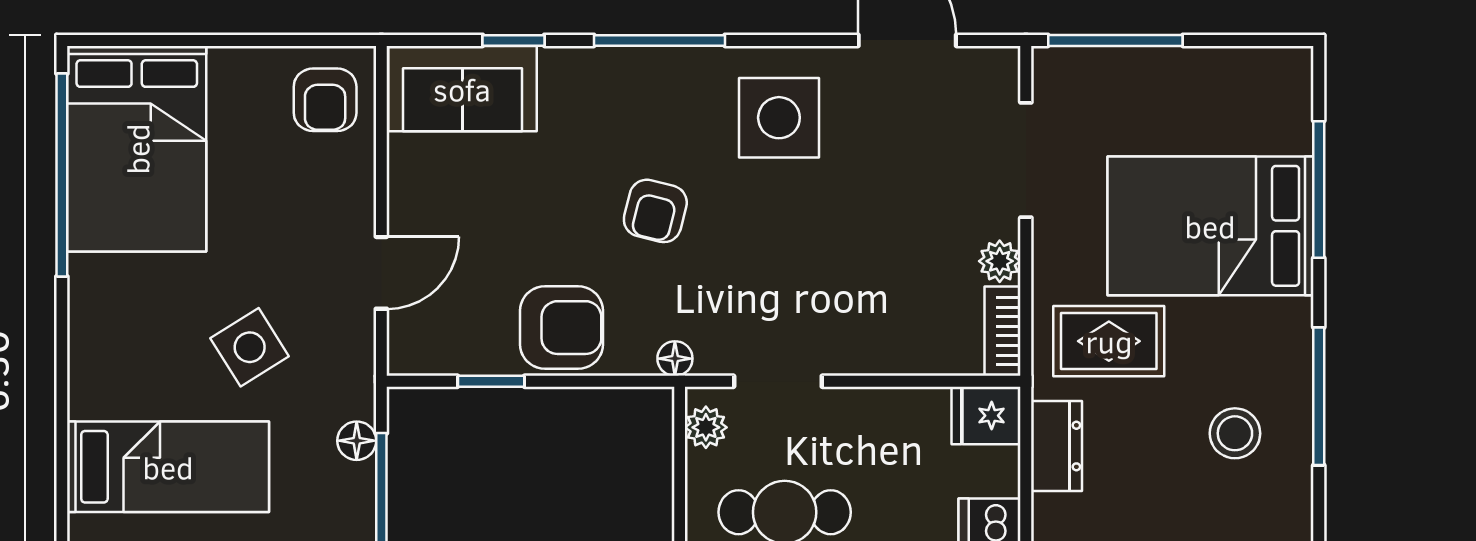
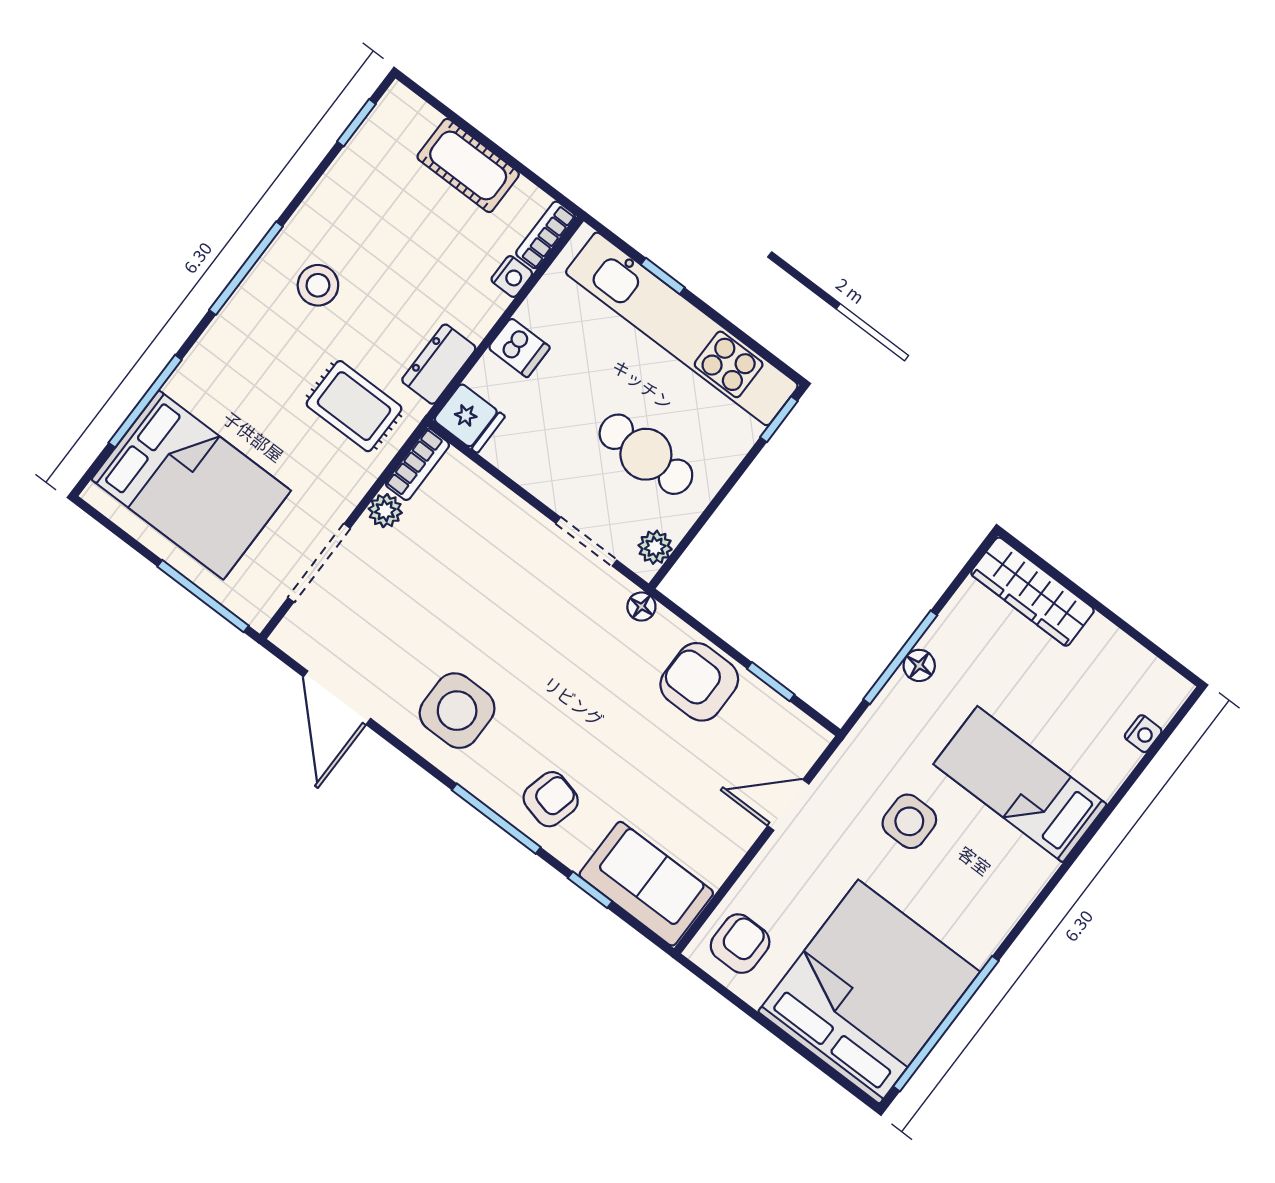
bed: (137, 149) -> (869, 992), width x1.36
armchair: (655, 211) -> (551, 799), moved
bed: (1210, 226) -> (191, 485), moved
side table: (250, 347) -> (909, 821), turned 32
floor lamp: (357, 441) -> (919, 665), moved

